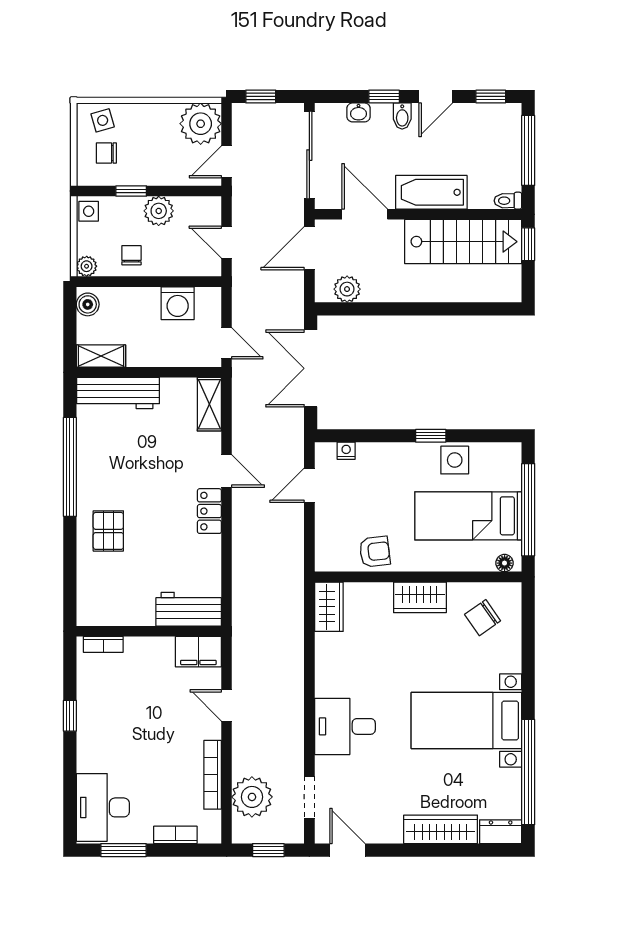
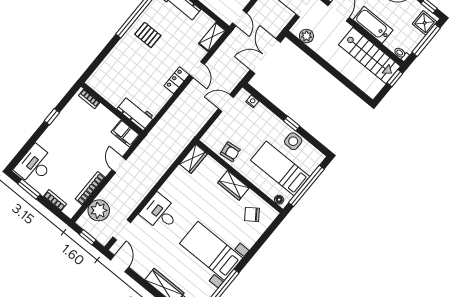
shower: (505, 127) -> (425, 23), added
pallet: (108, 531) -> (148, 35), moved, turned 90

